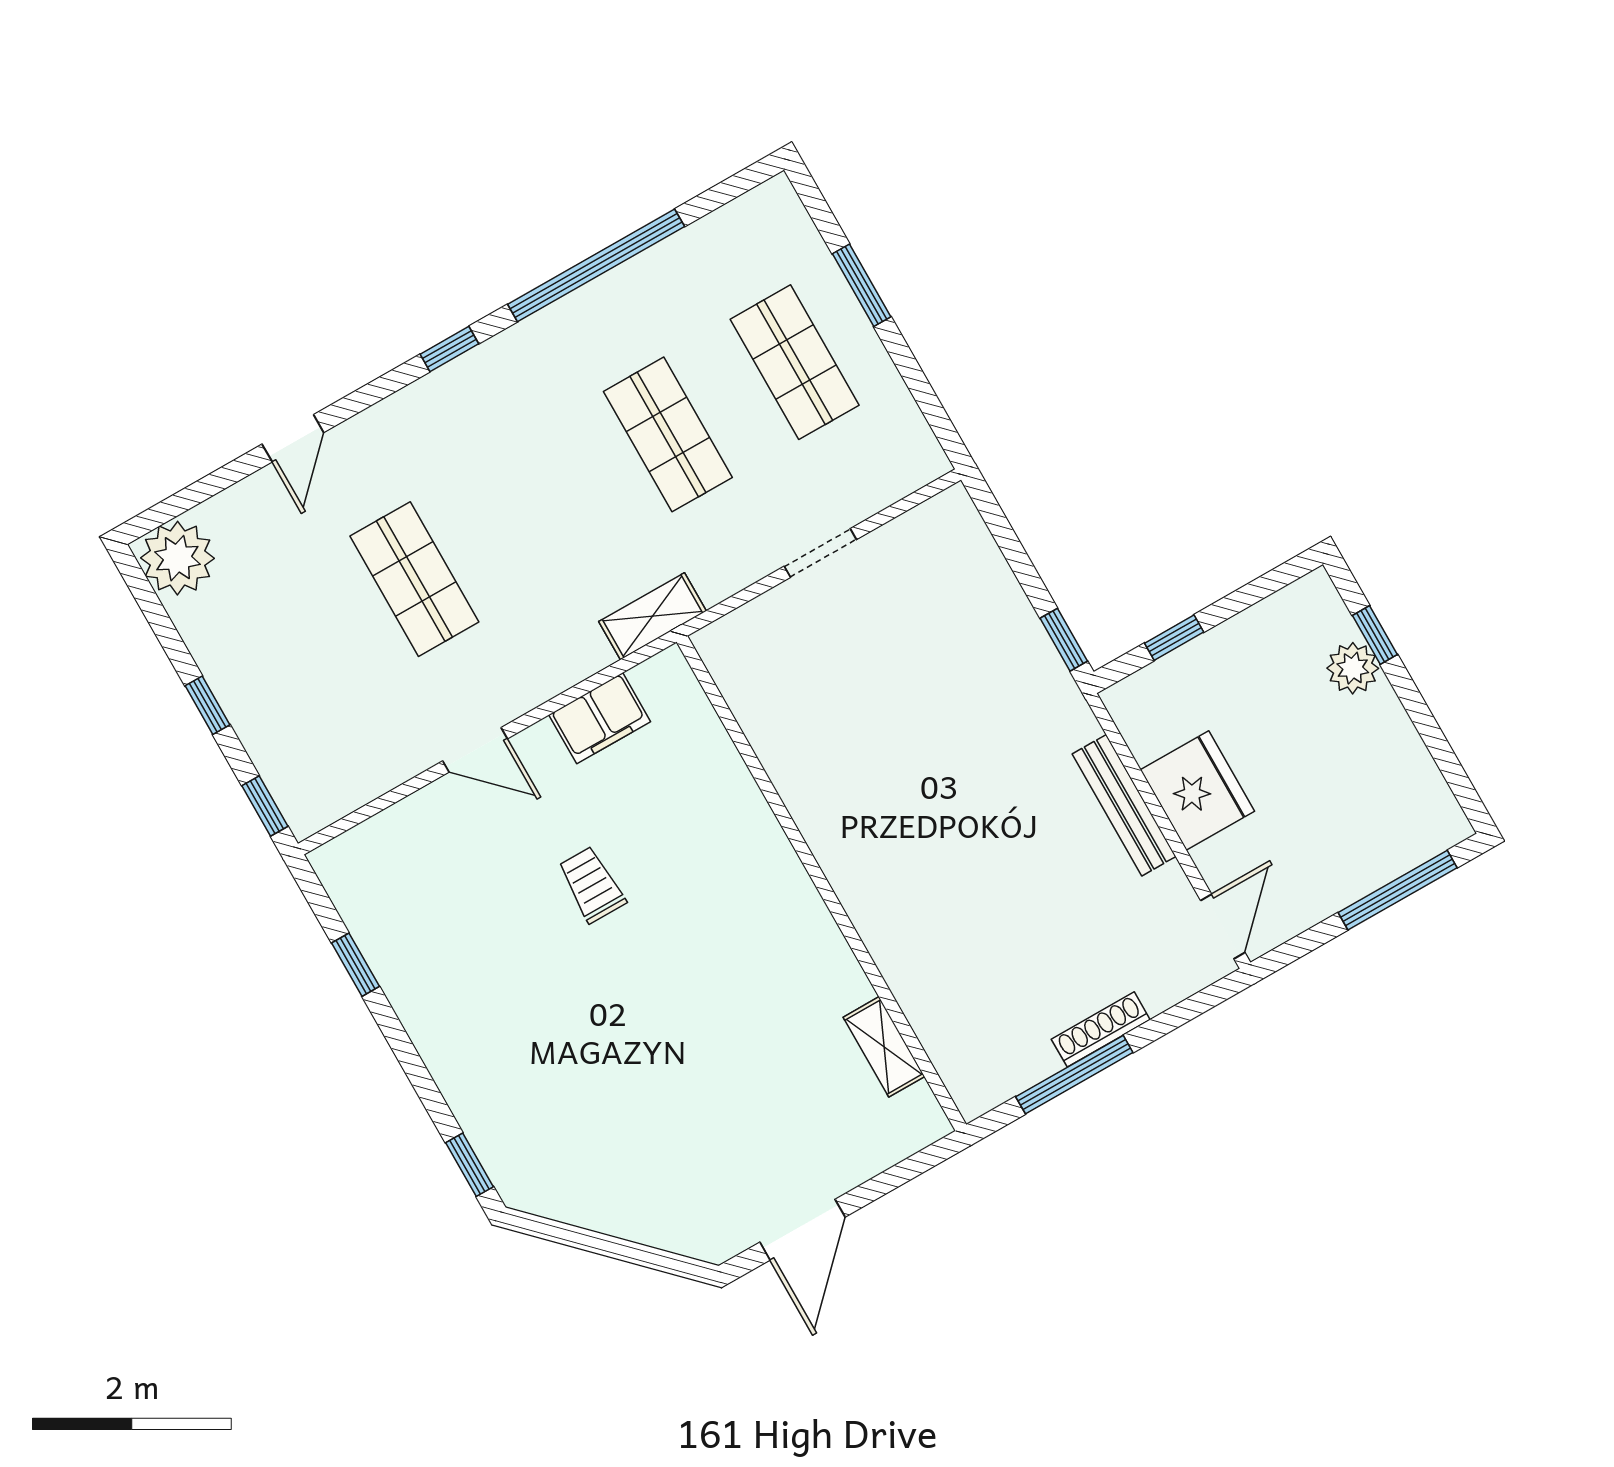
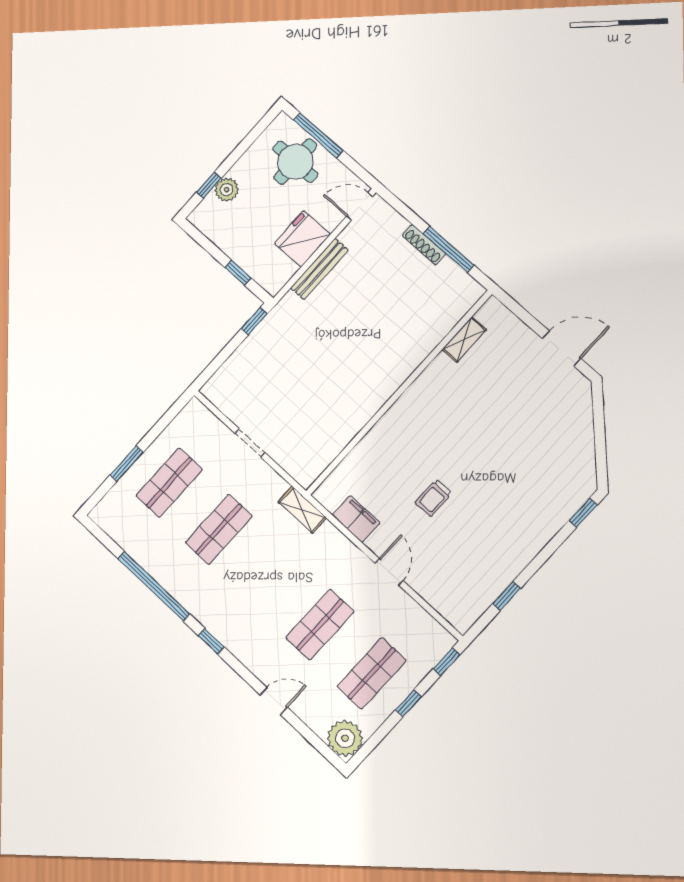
shop shelf: (288, 651) -> (372, 673), added
round table: (1360, 827) -> (295, 162), added

